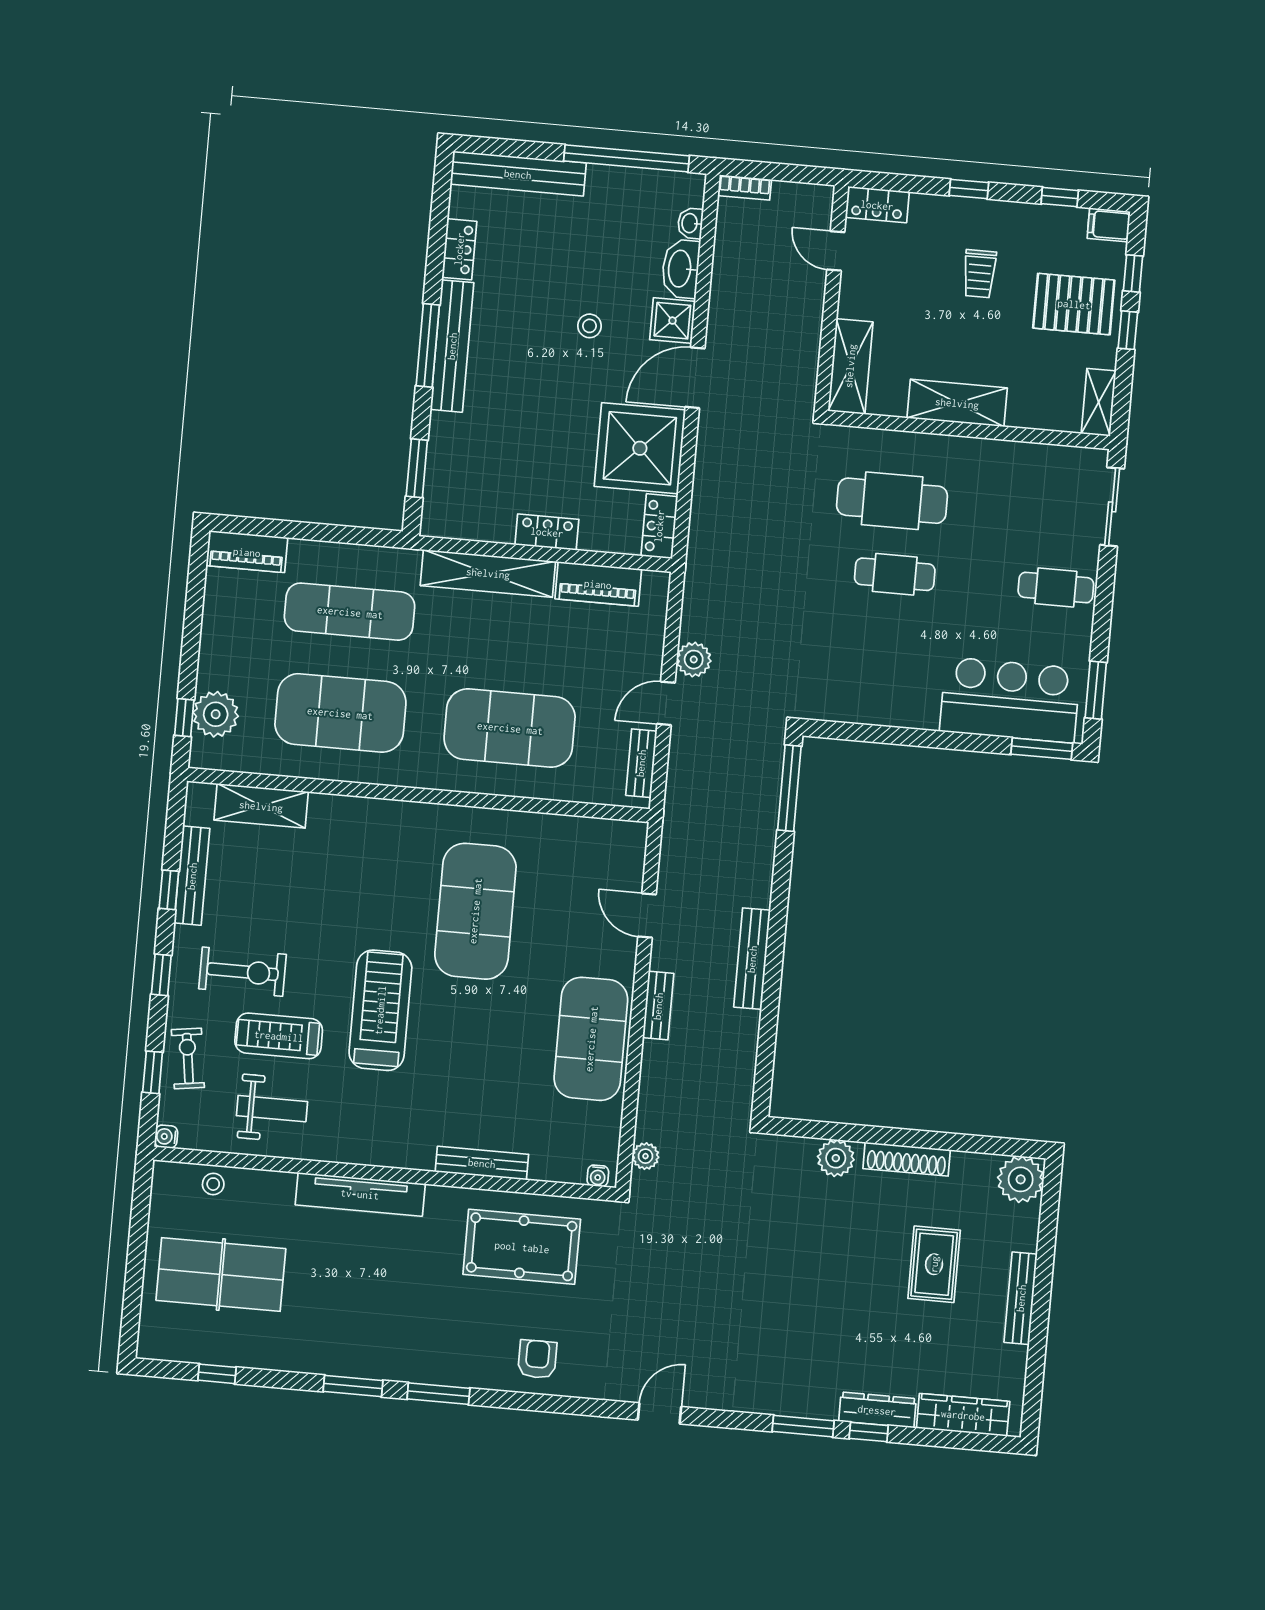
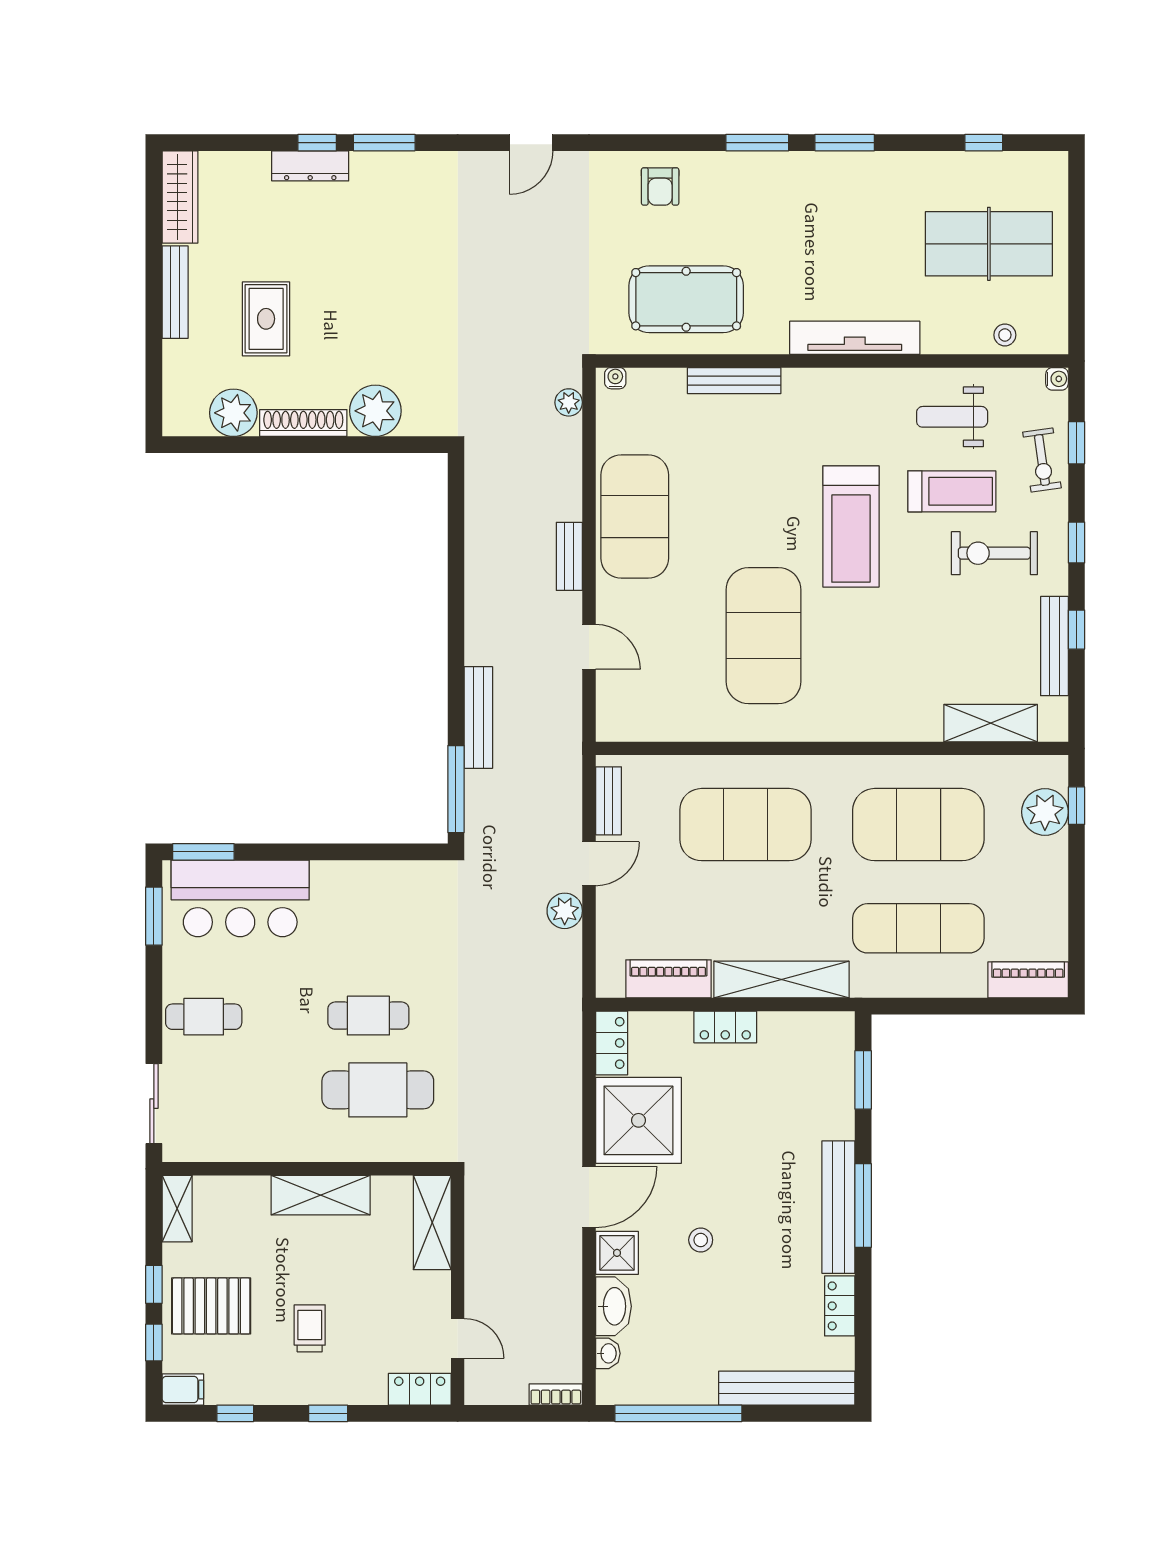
bench: (752, 959) -> (478, 717), moved
plant: (836, 1158) -> (375, 411), width x1.36, depth x1.36
plant: (1021, 1179) -> (233, 413), moved
wardrobe: (963, 1415) -> (180, 197), moved, turned -90

